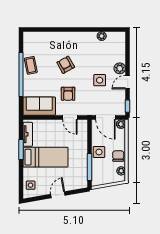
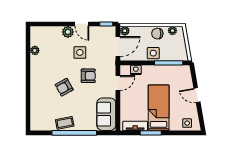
armchair: (68, 94) -> (88, 76), moved
nightstand: (83, 135) -> (136, 70), added

